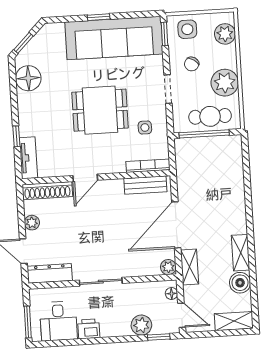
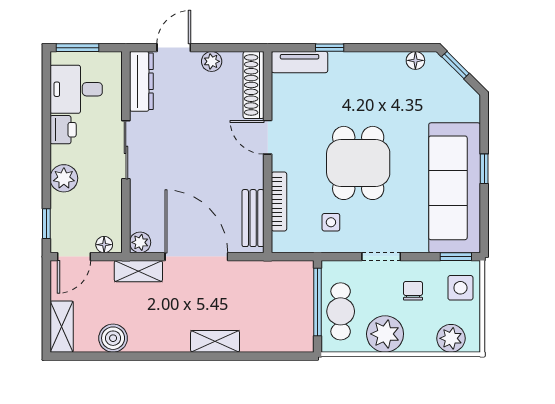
chair: (192, 64) -> (413, 291), turned 57
floor lamp: (28, 78) -> (415, 60), width x0.53, depth x0.53
bookcase: (148, 166) -> (279, 202), moved
shelving: (241, 253) -> (215, 341), moved
plant: (141, 325) -> (64, 178), moved

